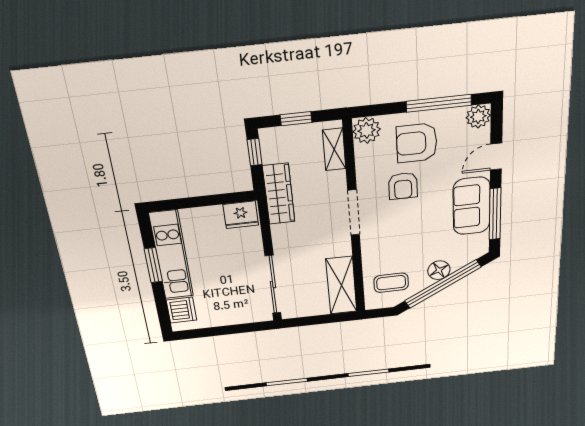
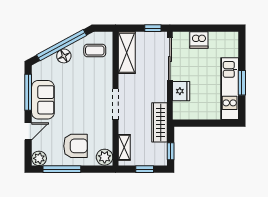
armchair: (403, 186) -> (85, 119), removed
fridge: (241, 215) -> (181, 91), moved, turned 90
dishwasher: (182, 310) -> (199, 40), moved, turned -90
window: (304, 321) -> (153, 28), added

